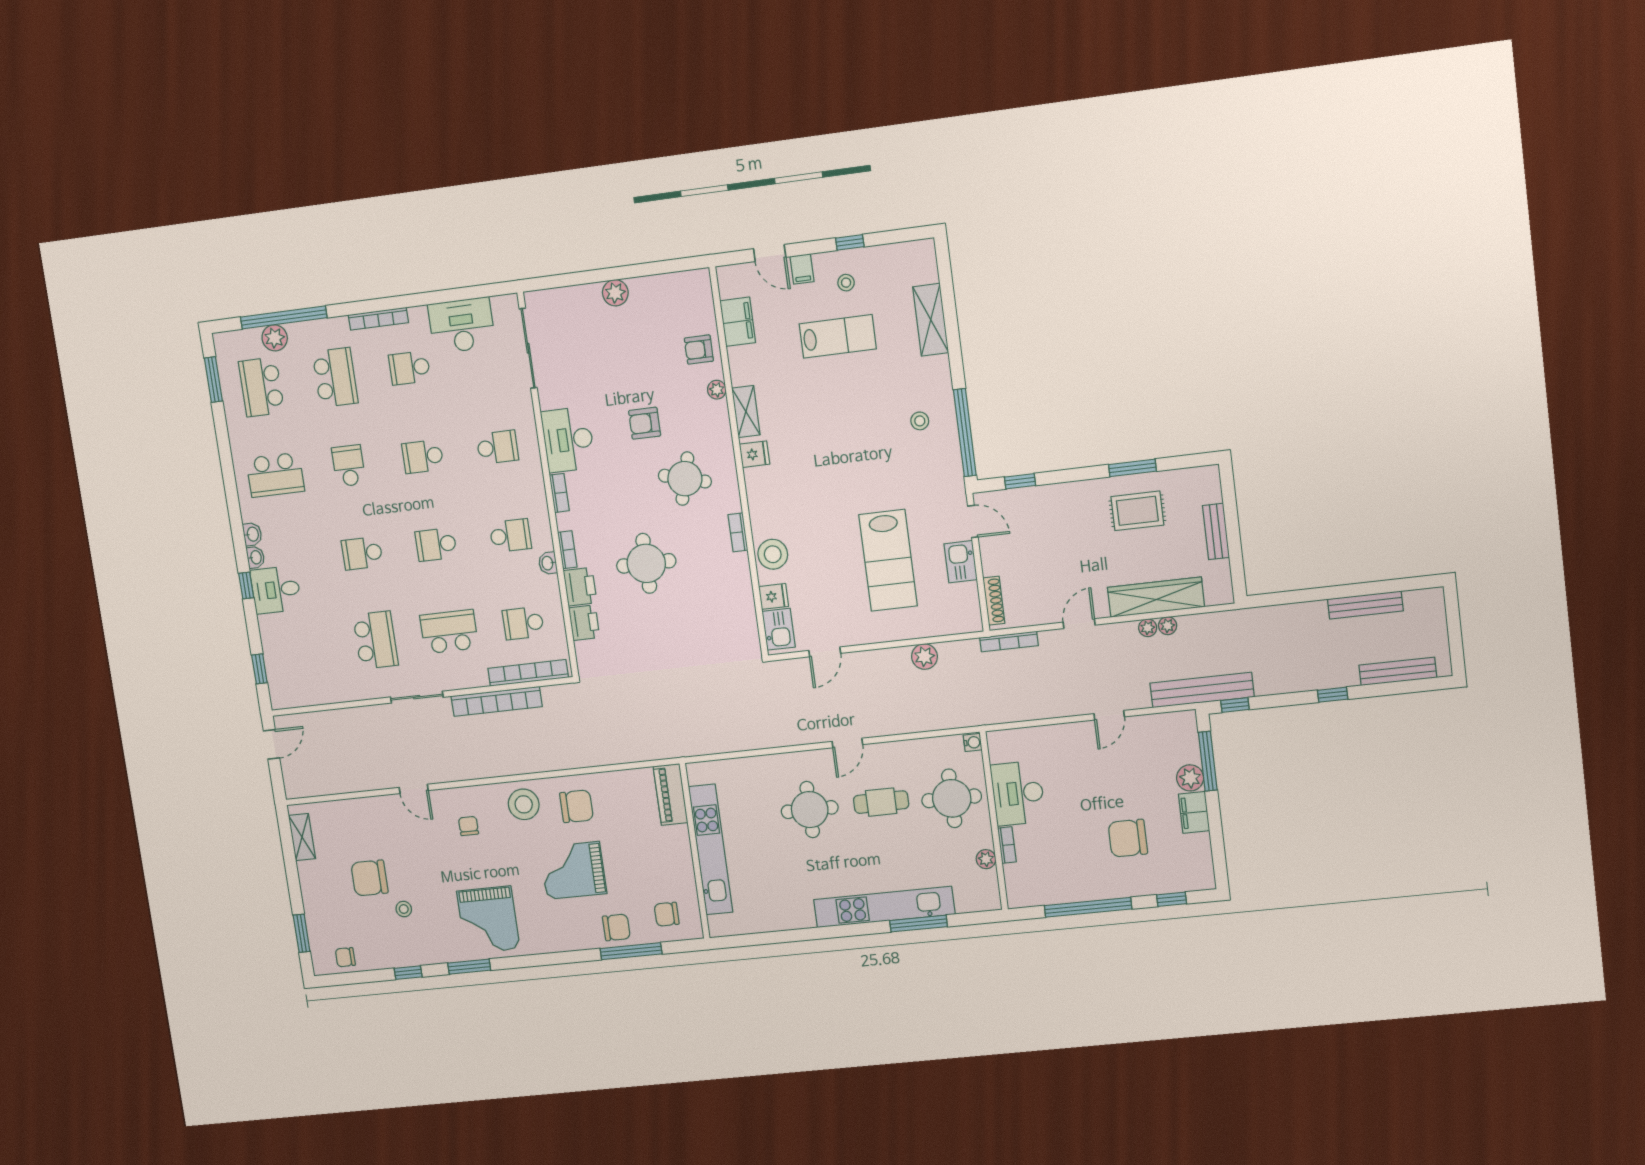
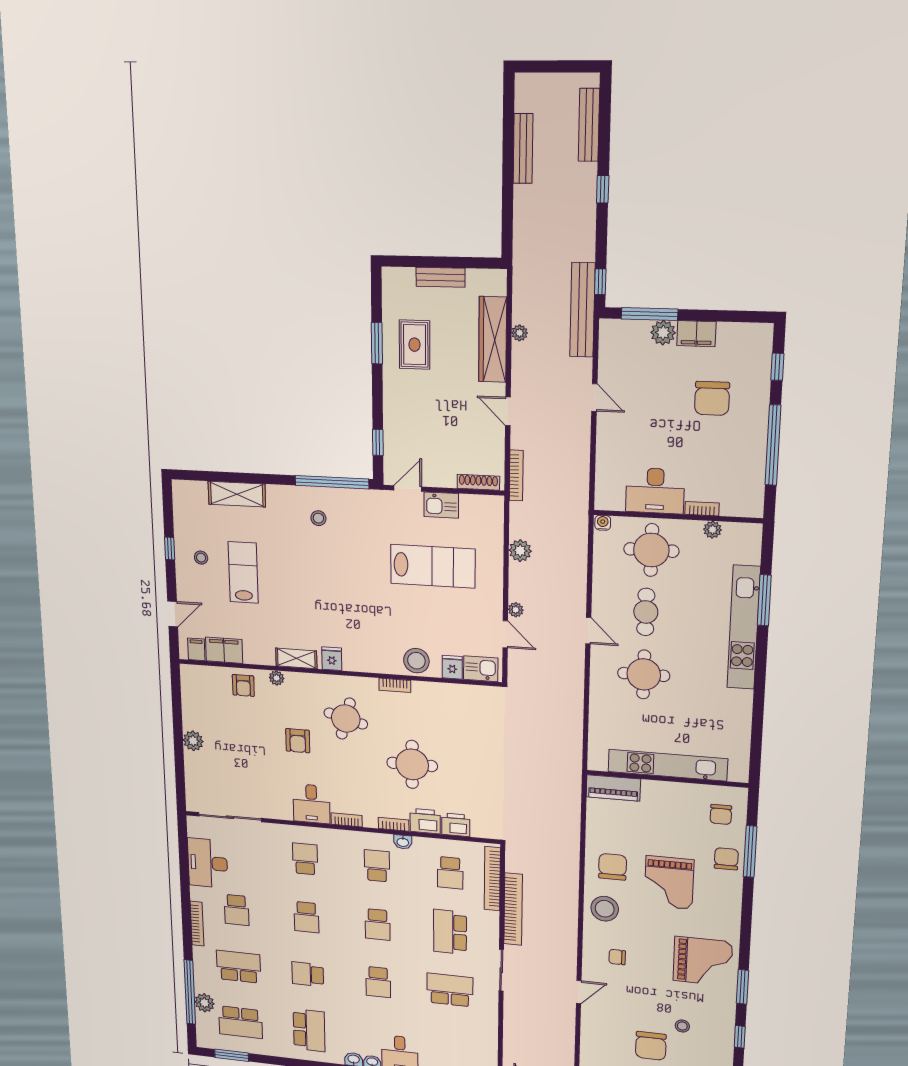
filing cabinet: (802, 269) -> (196, 649), moved, turned -90
desk: (568, 440) -> (311, 804), width x0.73
plant: (1148, 628) -> (516, 610), moved

